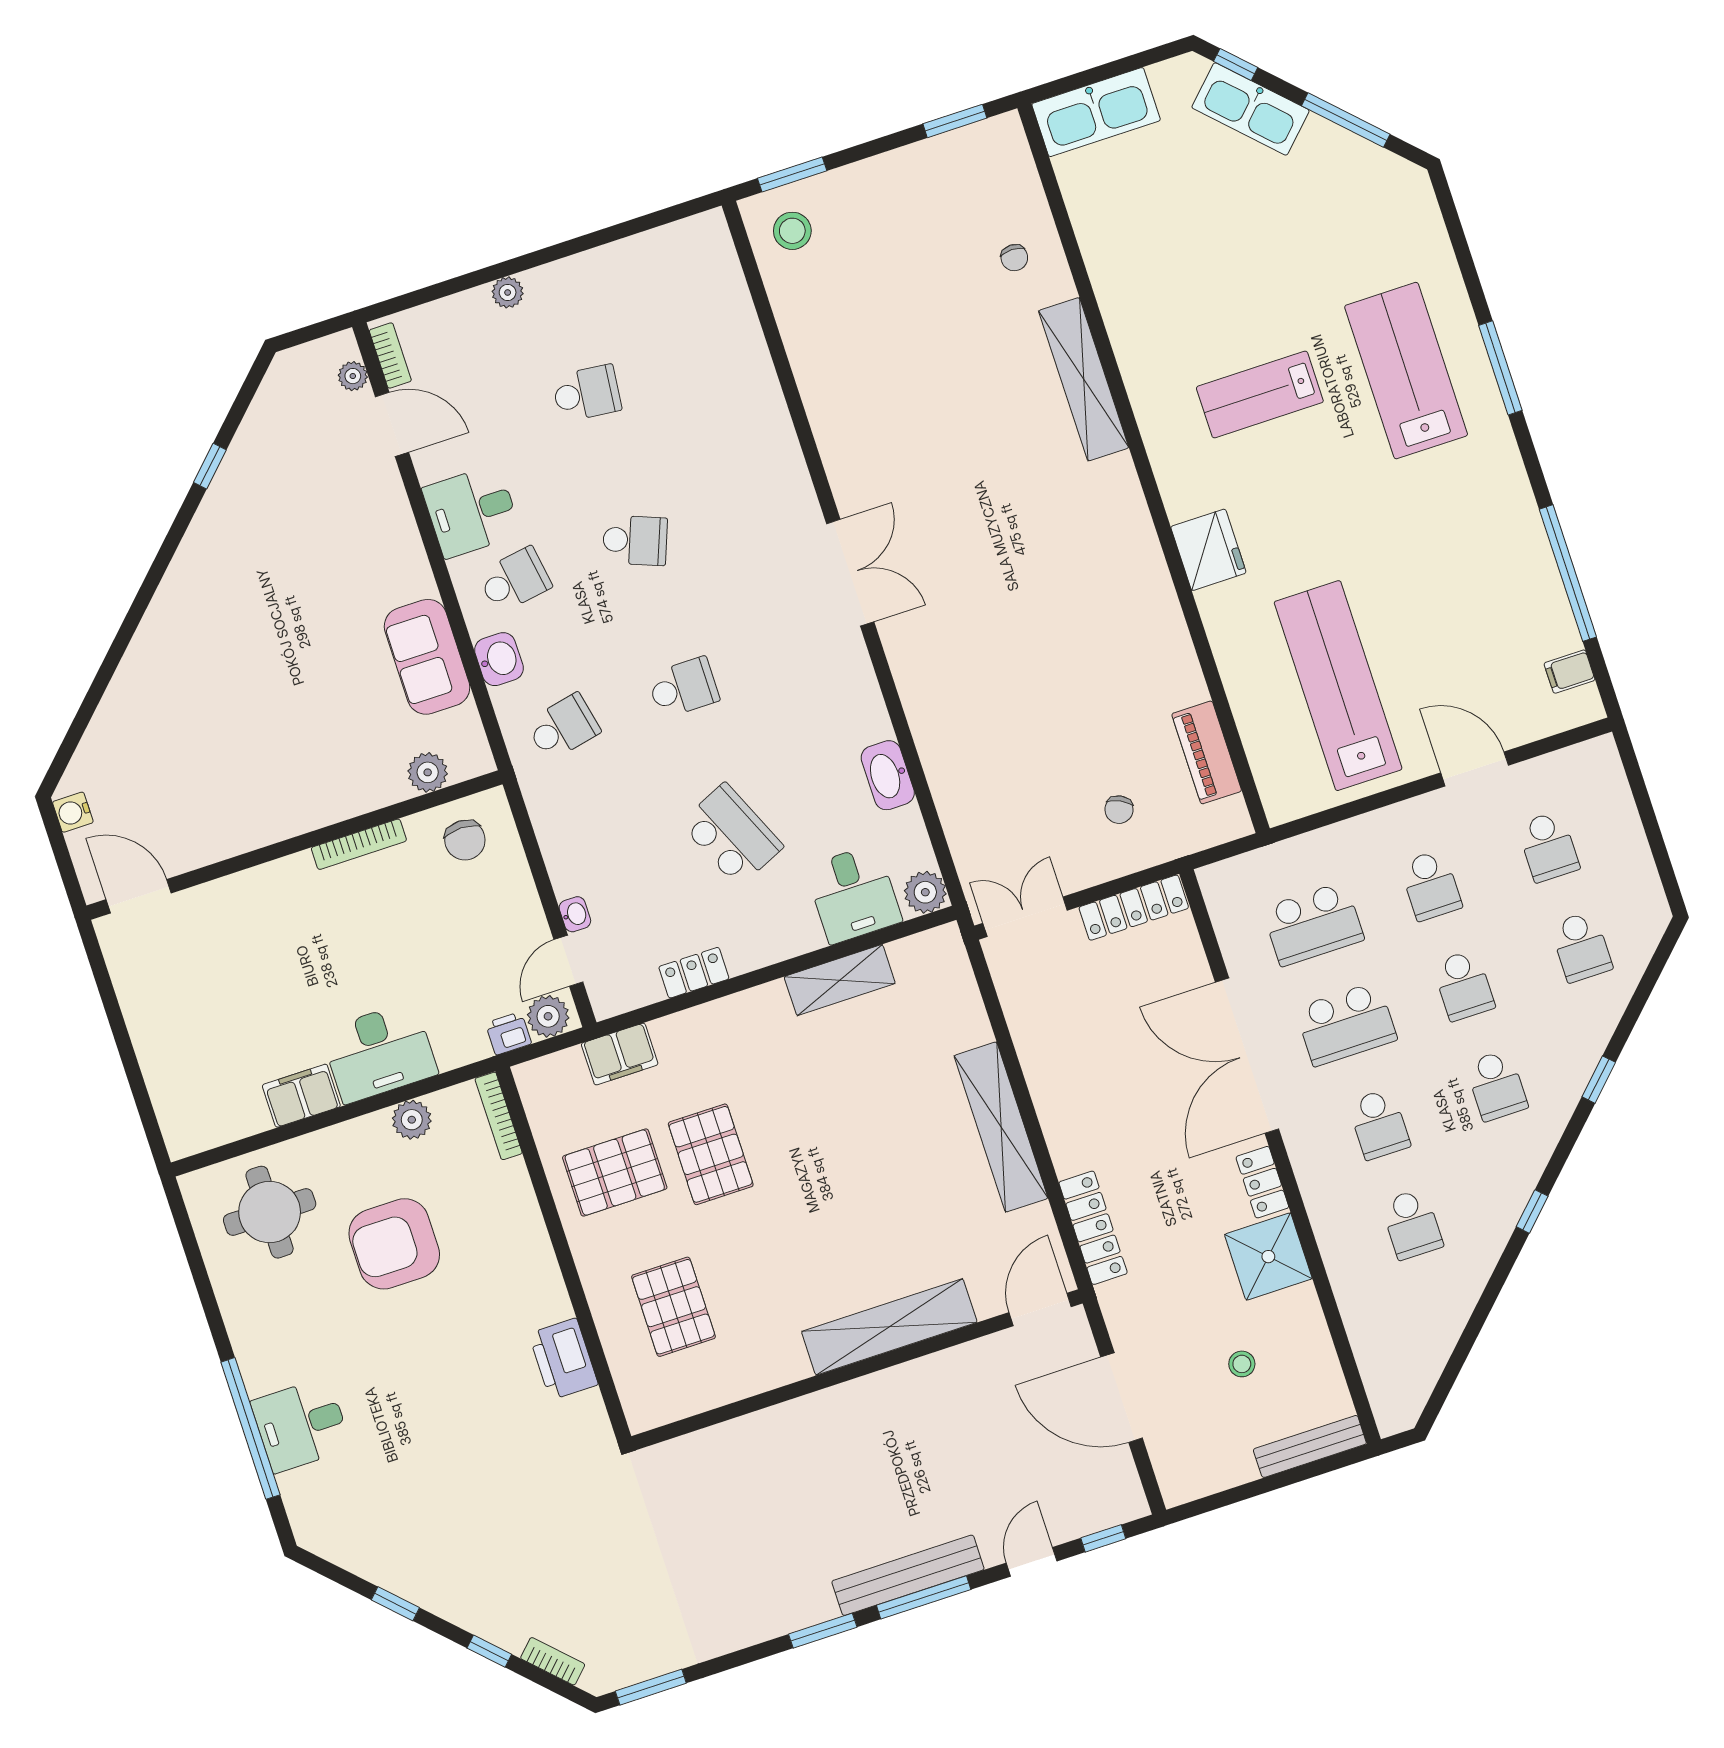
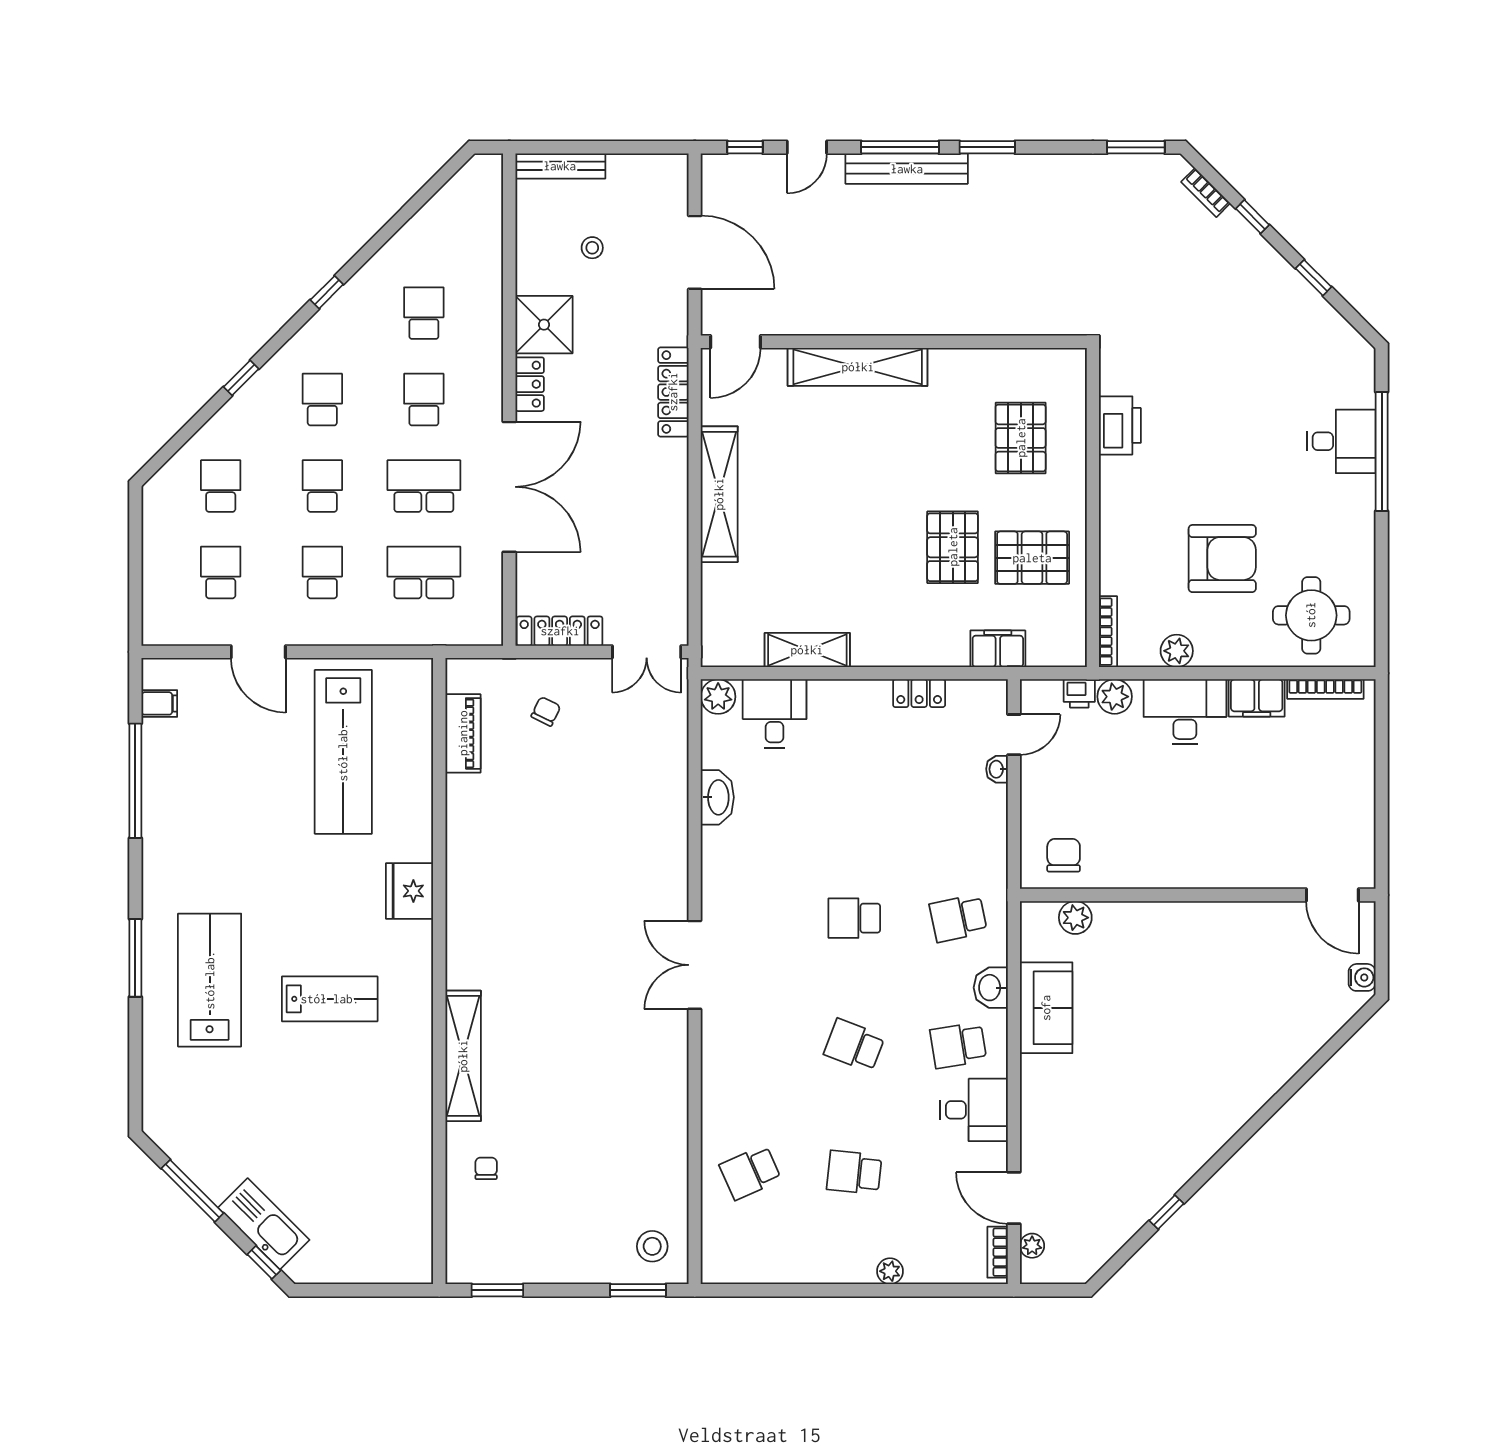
kitchen sink: (1096, 112) -> (385, 1261), removed
lab bench: (1406, 371) -> (210, 980), turned 180
school desk: (732, 835) -> (750, 1172), moved, width x0.54
bookcase: (359, 844) -> (1325, 689), moved, turned 180
plant: (548, 1016) -> (1115, 697), moved

